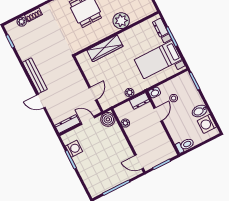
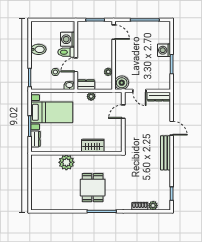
wardrobe: (105, 48) -> (93, 146), width x0.67
washing machine: (207, 124) -> (68, 39), moved, turned 180
toilet: (185, 145) -> (66, 52), moved
washing machine: (74, 149) -> (164, 50), moved

